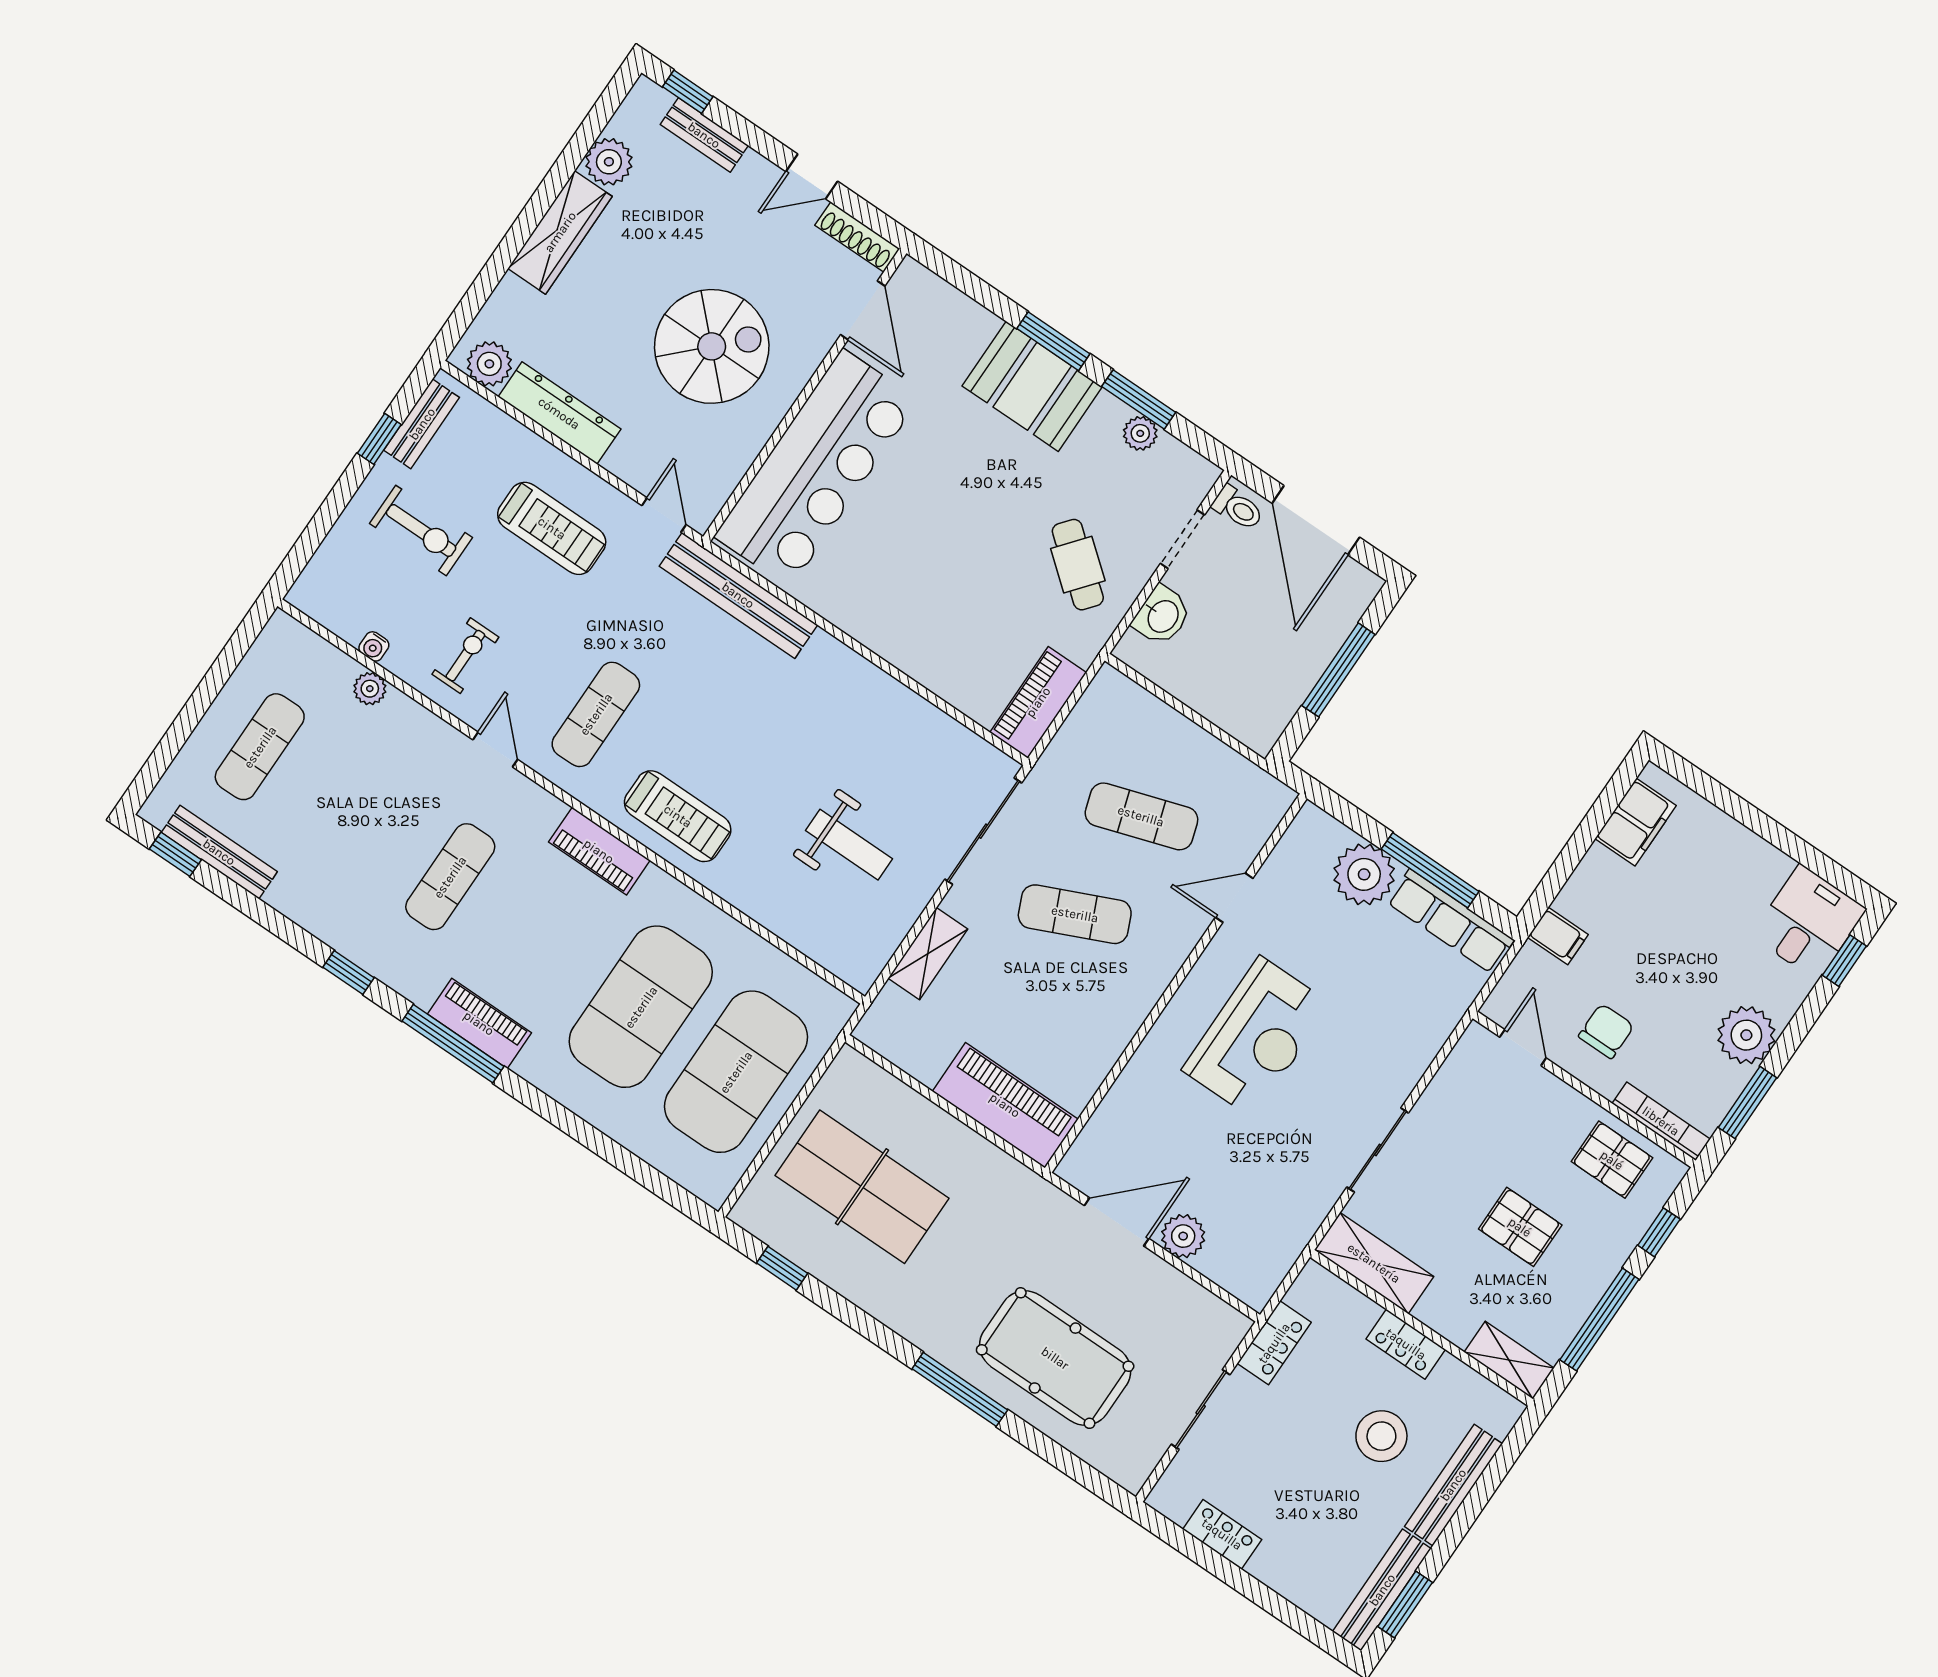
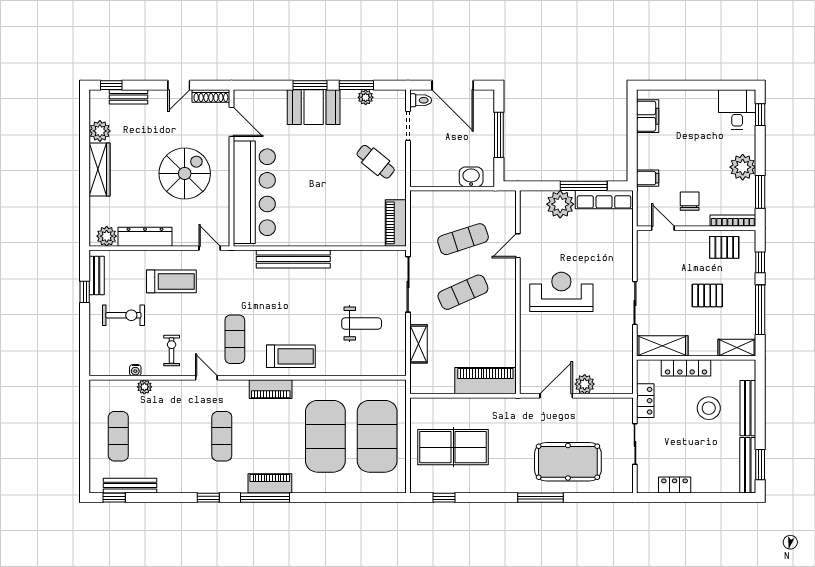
bench: (738, 595) -> (293, 259), moved
washbasin: (1162, 616) -> (471, 177), moved, turned -90
reception desk: (1256, 1037) -> (561, 292), turned -90
locker: (1406, 1344) -> (686, 368), width x1.53

